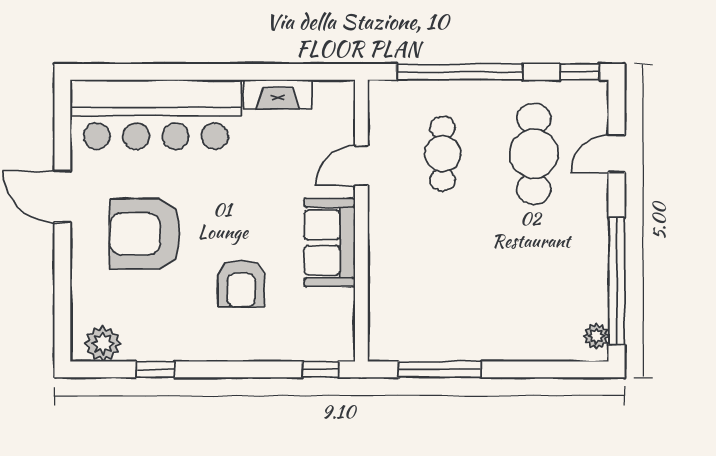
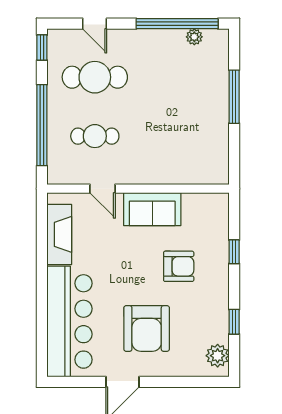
fireplace: (278, 94) -> (59, 234), width x1.37, depth x1.32
plant: (596, 336) -> (194, 37), moved
window: (320, 369) -> (234, 252), moved
window: (439, 369) -> (234, 97), moved

